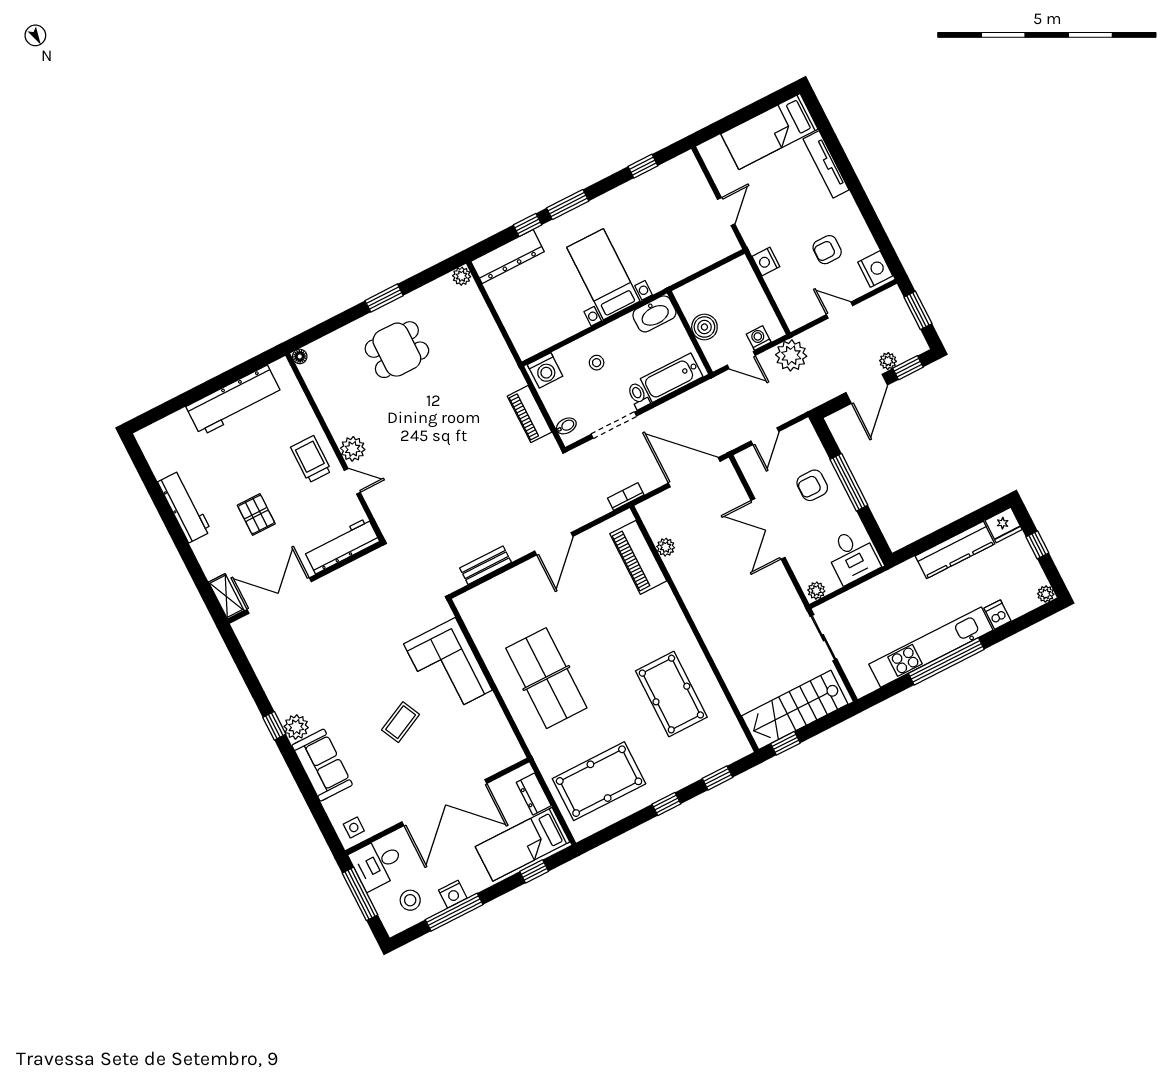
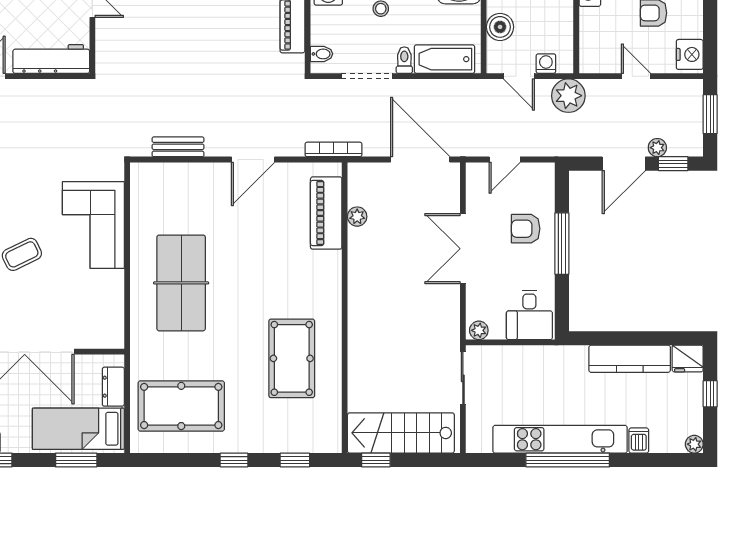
bookcase: (626, 497) -> (333, 149), width x1.56
window: (534, 871) -> (76, 460), width x1.50

